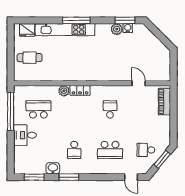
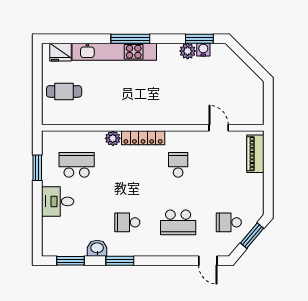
locker: (80, 90) -> (143, 138), width x1.53
window: (11, 112) -> (37, 168), width x0.47
school desk: (74, 150) -> (127, 222), turned 90

